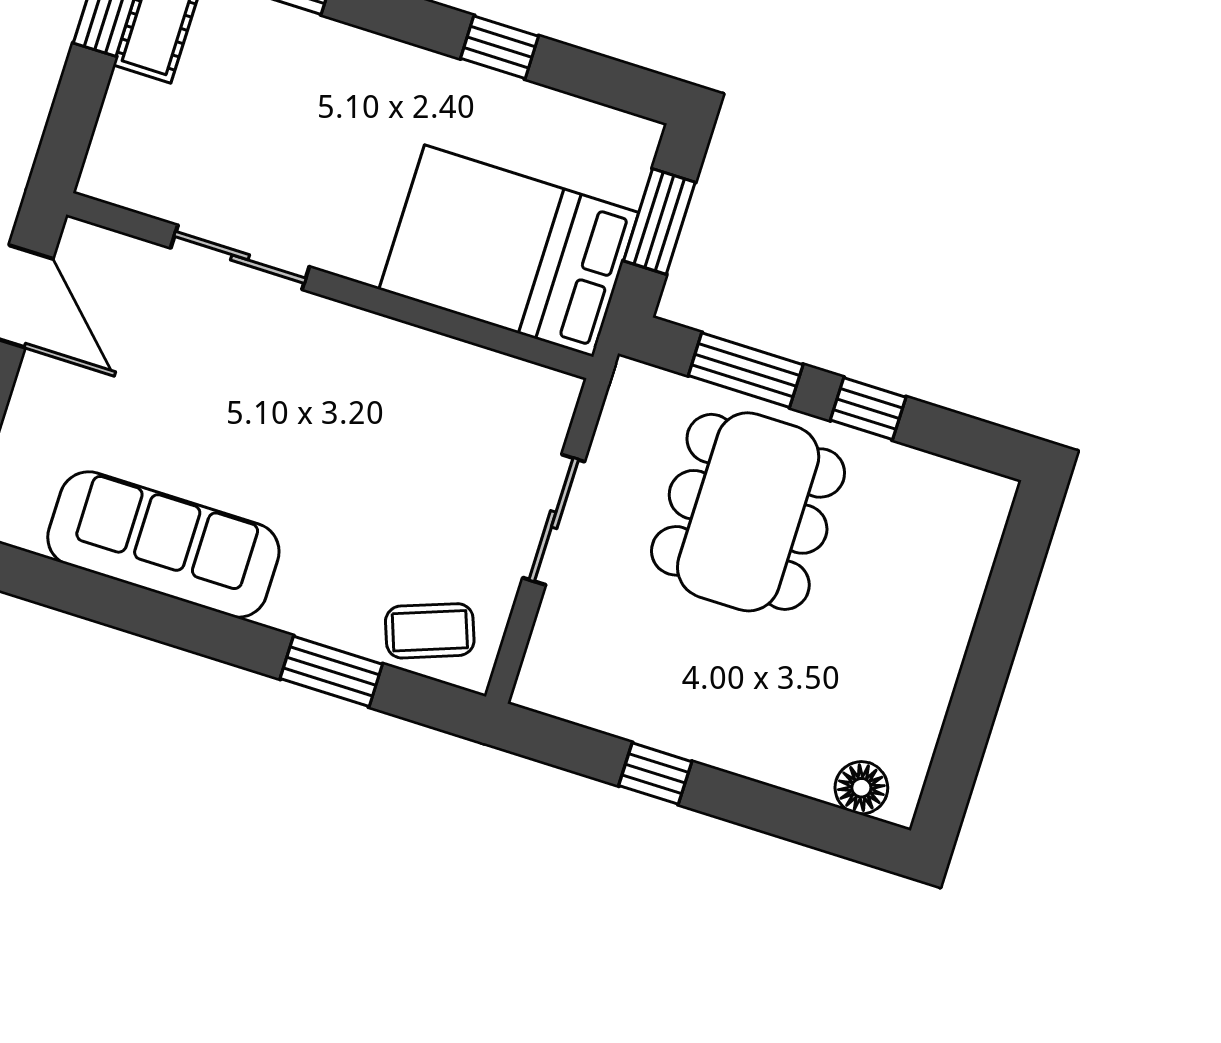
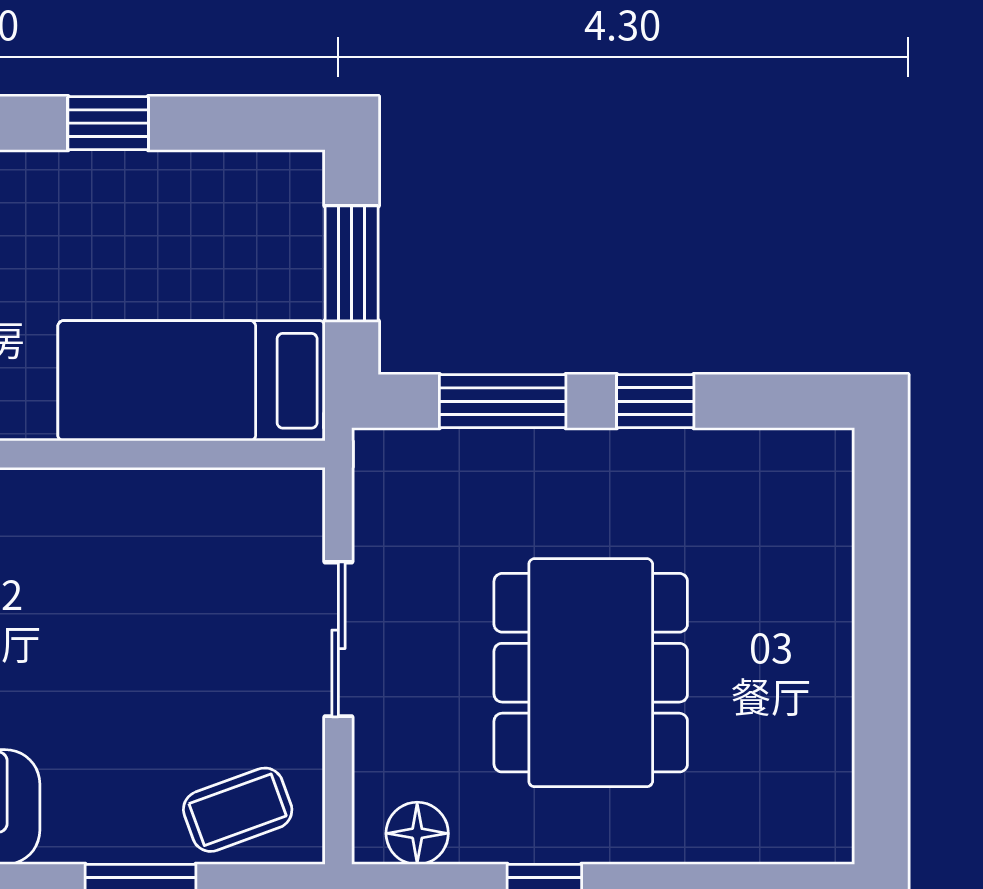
bed: (509, 251) -> (192, 381), width x0.67
dining table: (748, 512) -> (591, 673), moved
floor lamp: (861, 788) -> (417, 833), moved

